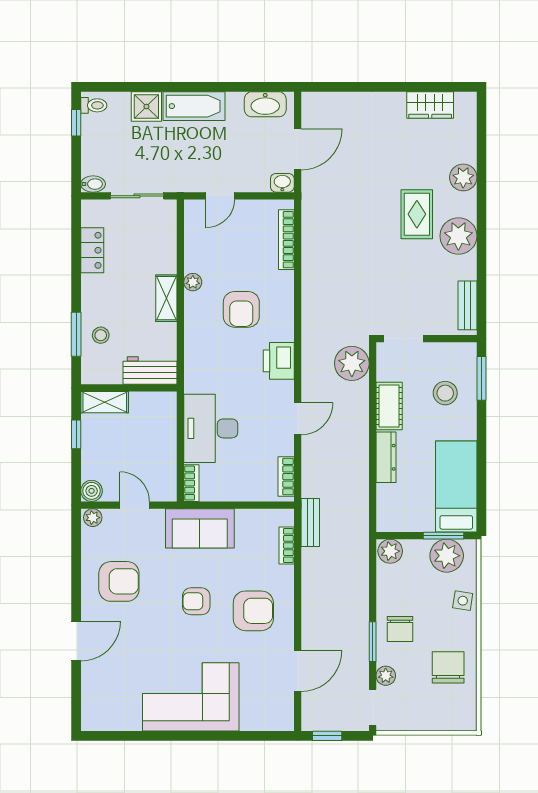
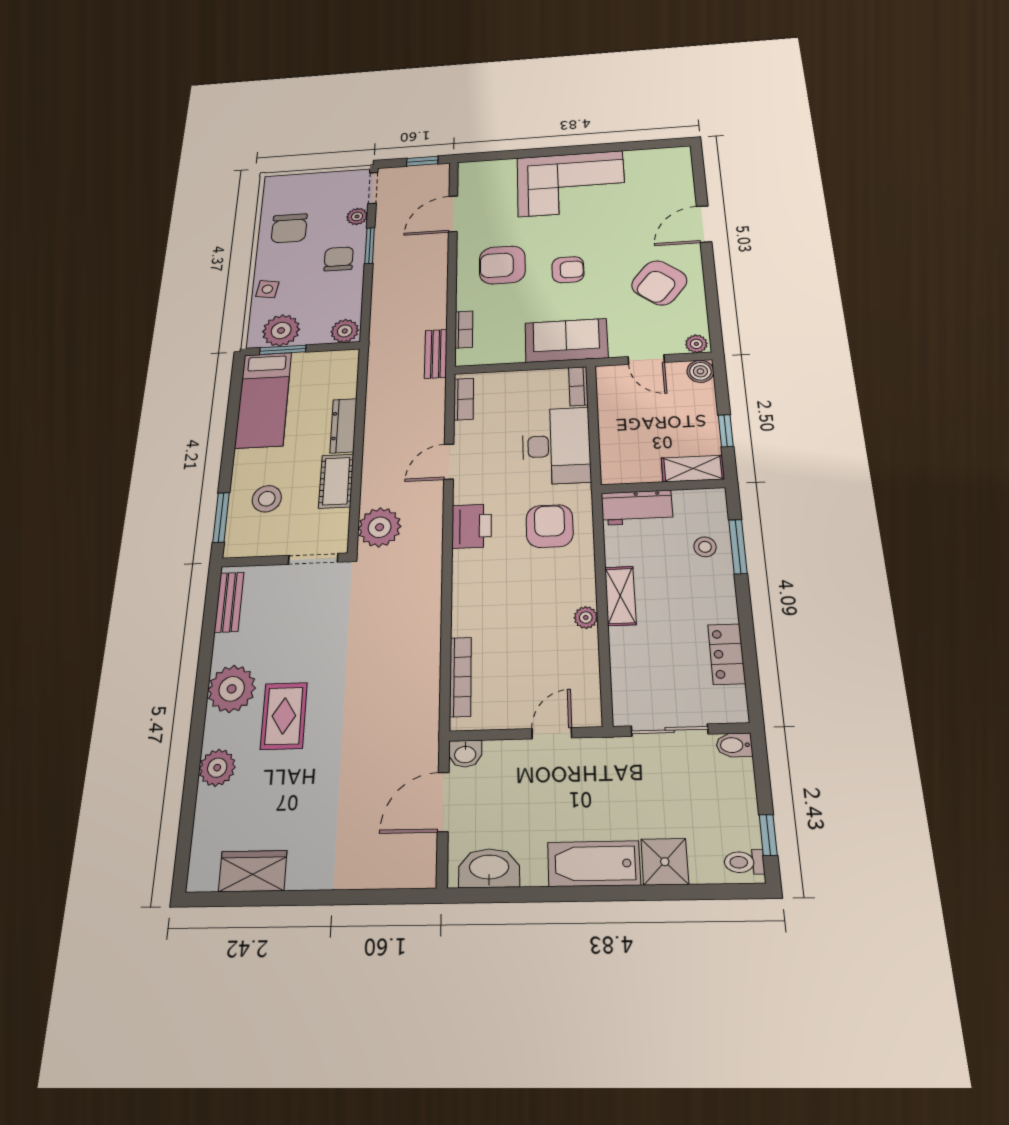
armchair: (241, 309) -> (550, 526), moved
armchair: (119, 581) -> (659, 283), turned -52

